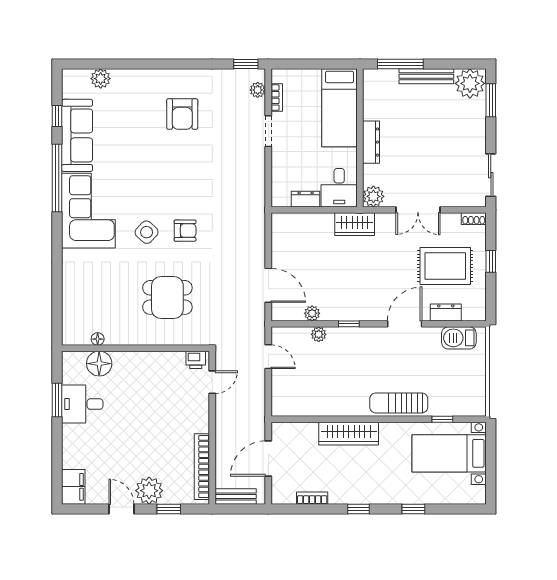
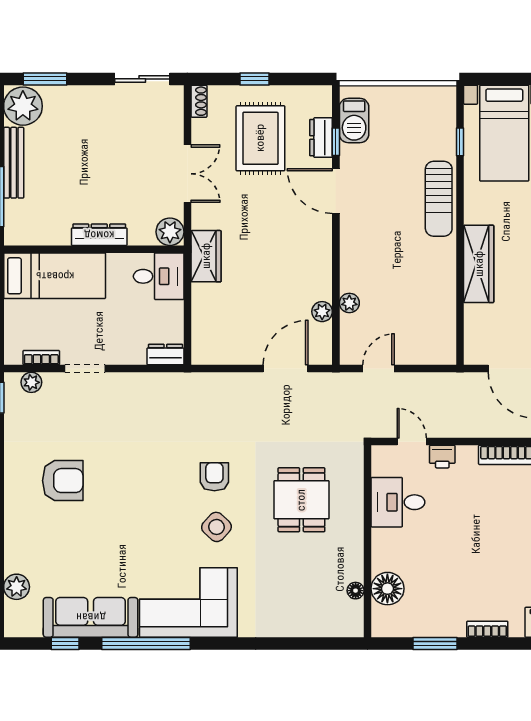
dresser: (306, 199) -> (165, 355), moved, turned 90
window: (349, 324) -> (336, 142), moved
printer: (196, 360) -> (442, 457), moved, turned 90
desk: (82, 404) -> (398, 502), moved, turned 90
bookcase: (68, 440) -> (487, 629), added

